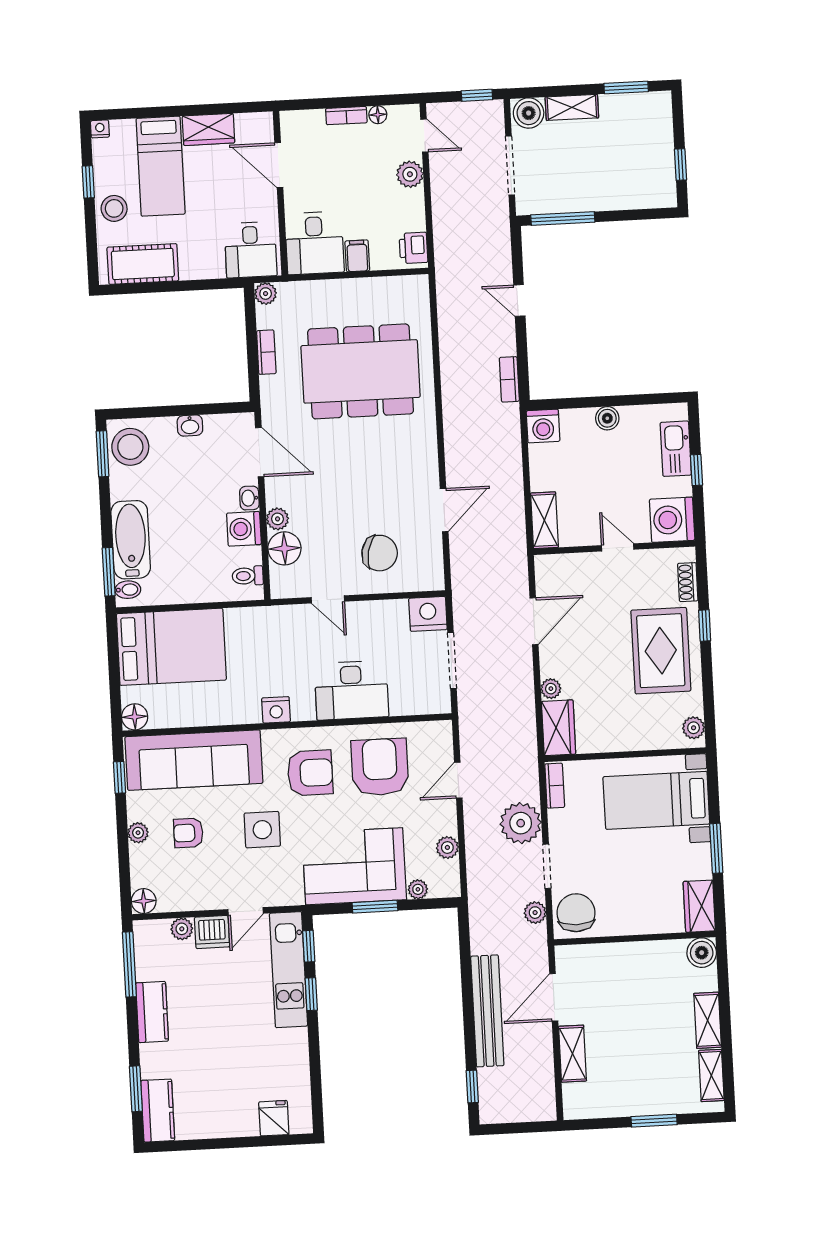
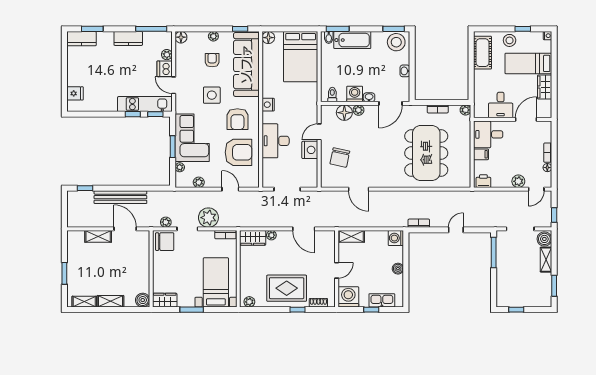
desk: (251, 250) -> (501, 105), moved, turned -90
nightstand: (428, 614) -> (310, 150), moved

